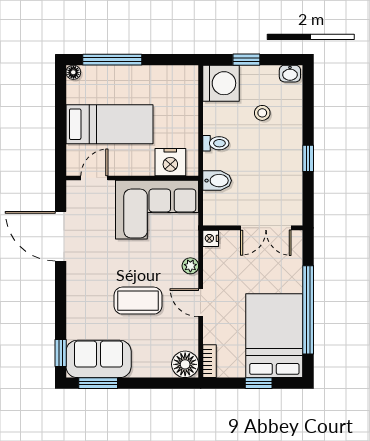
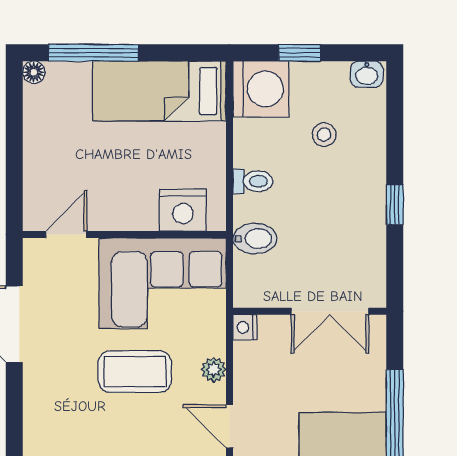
bed: (109, 124) -> (159, 91), moved, turned 180
coffee table: (138, 301) -> (135, 372), moved

